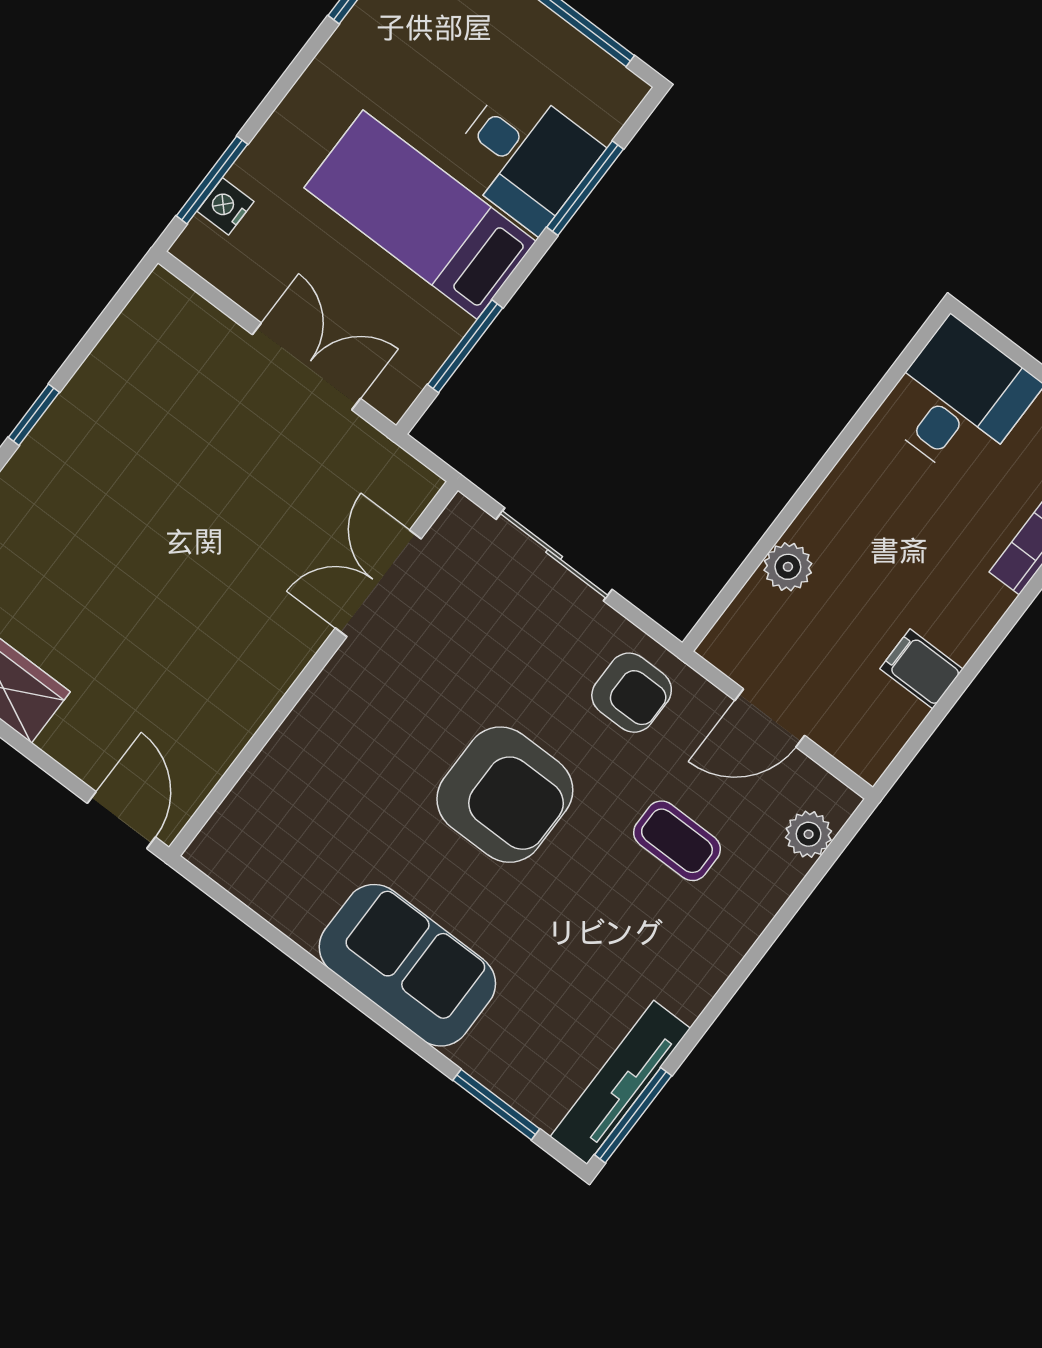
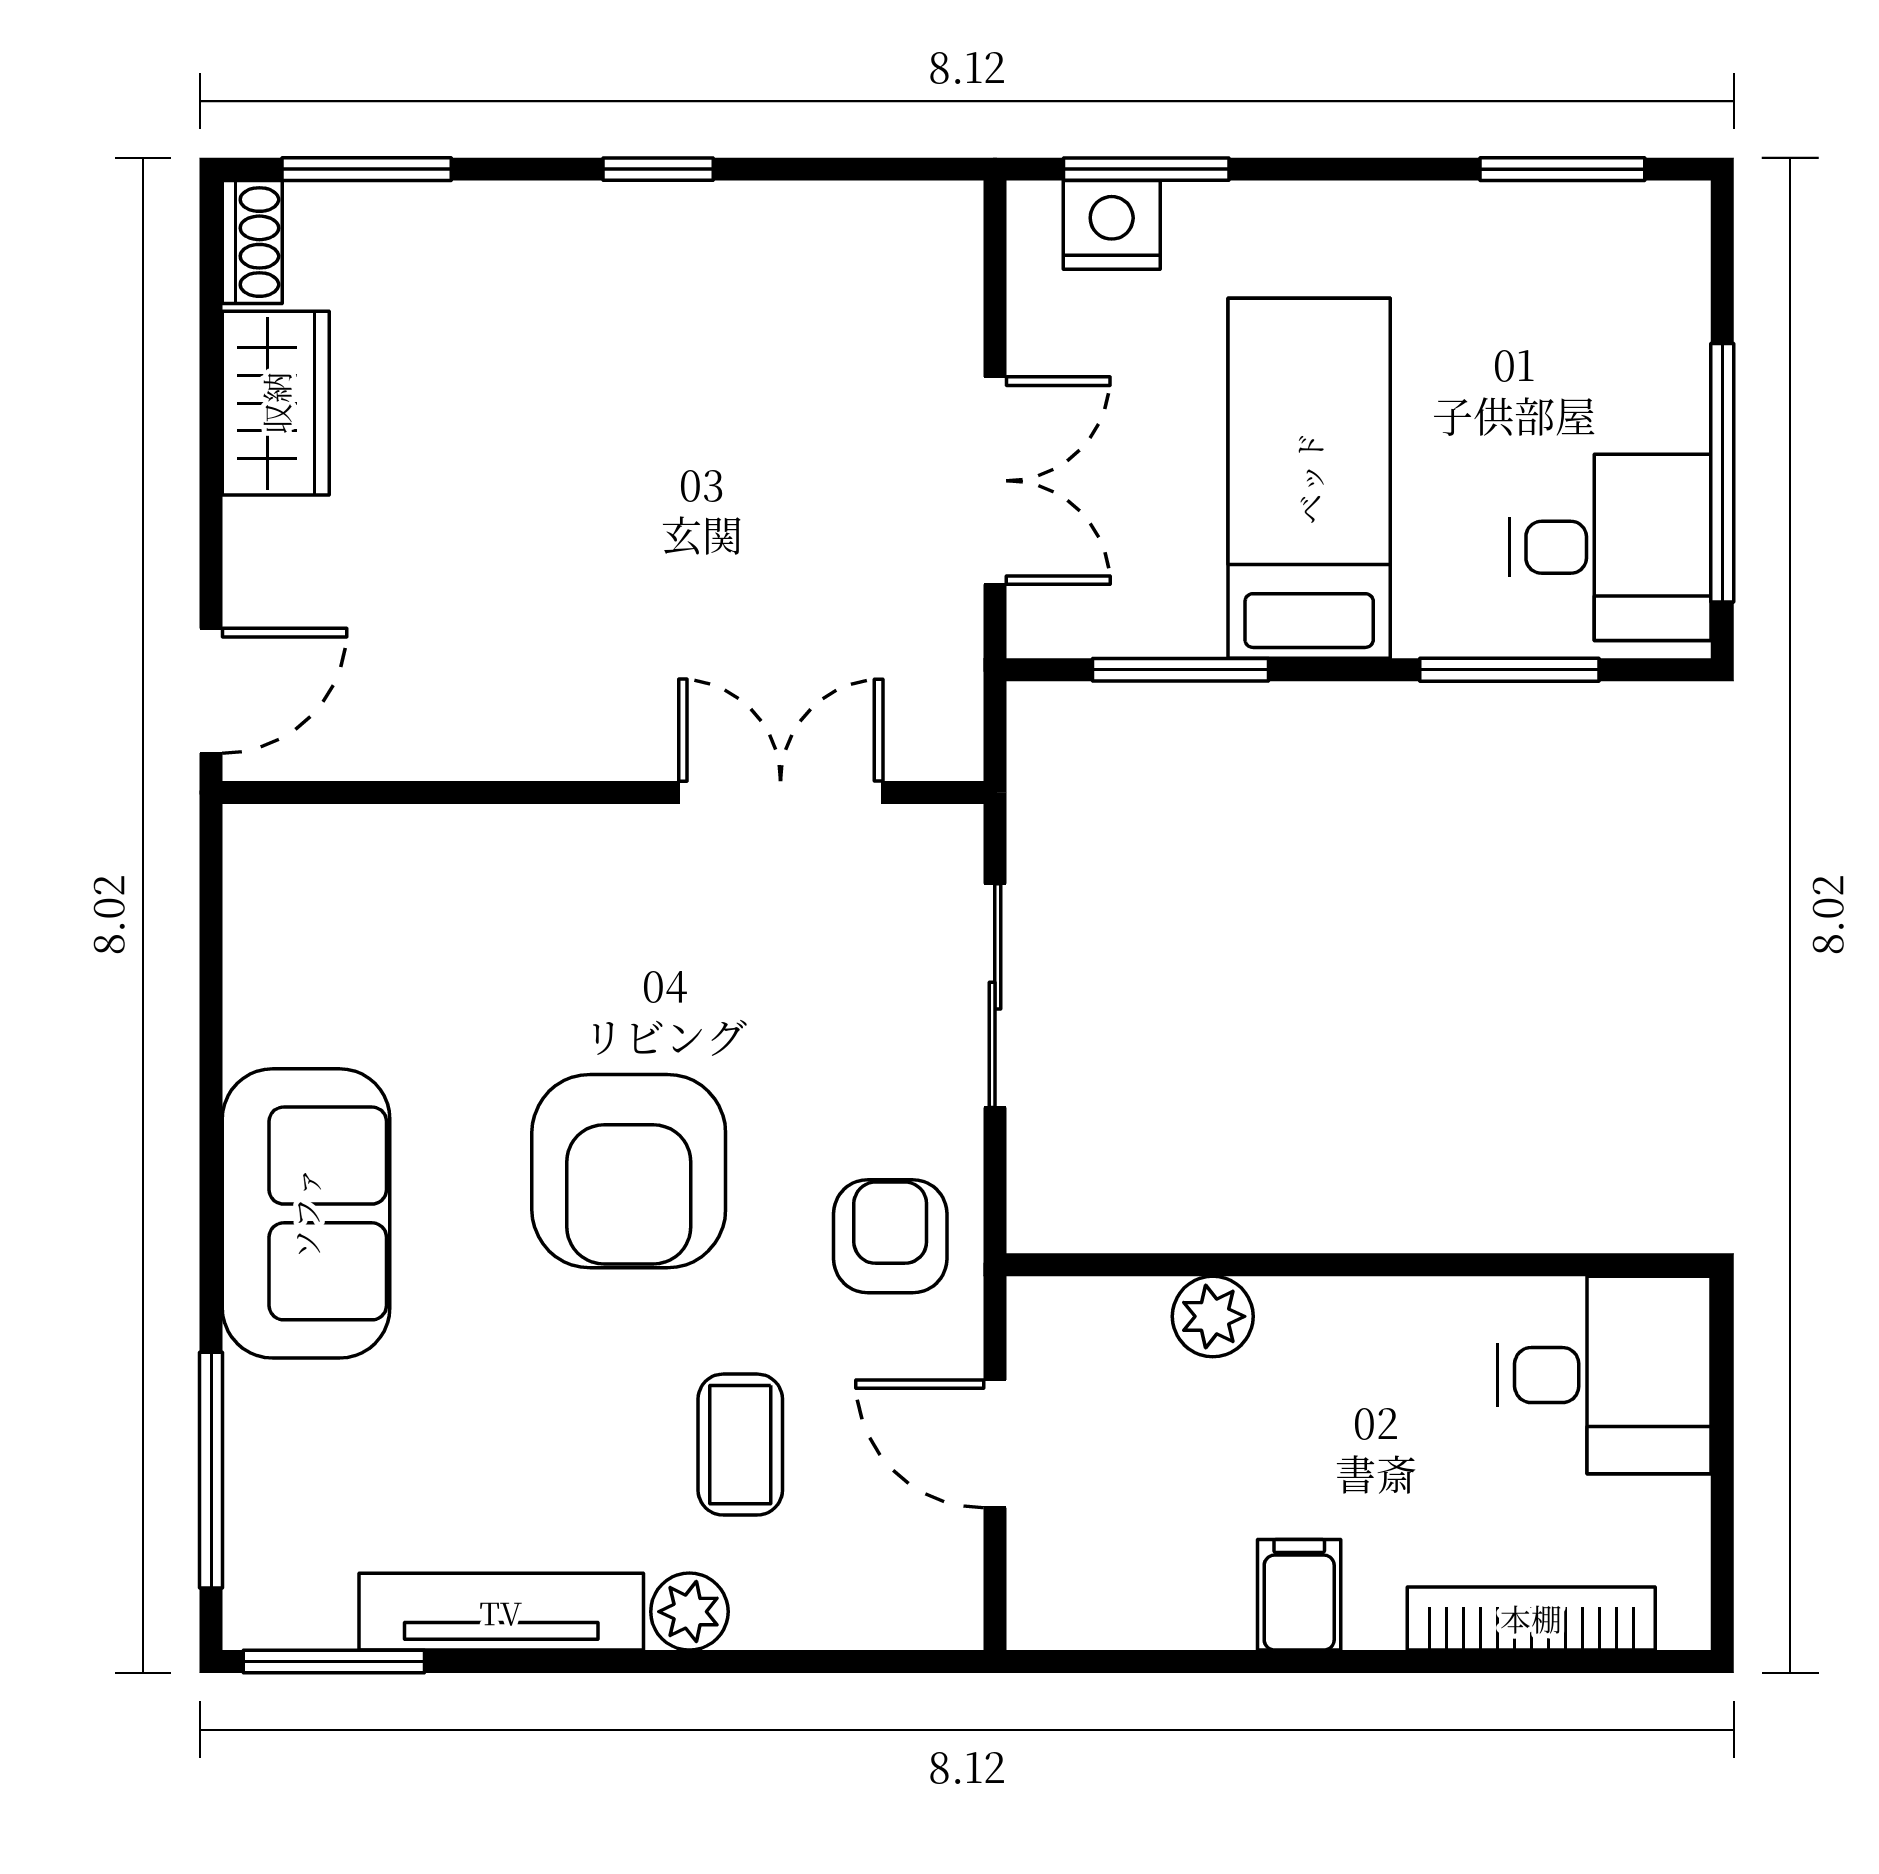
desk: (525, 156) -> (1610, 547), moved, turned -90
nightstand: (226, 206) -> (1112, 225), width x1.39, depth x1.35
filing cabinet: (921, 669) -> (1299, 1595), moved
armchair: (632, 693) -> (890, 1236), turned 180
plant: (809, 834) -> (689, 1612), moved
tv unit: (620, 1083) -> (501, 1612), moved
window: (496, 1105) -> (211, 1470), width x1.44

